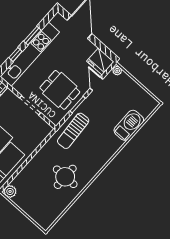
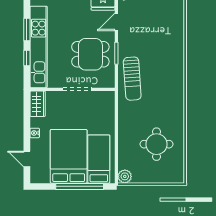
door: (96, 84) -> (116, 22), hinge flipped
barbecue: (129, 125) -> (175, 32), removed
round table: (65, 177) -> (156, 144), moved

